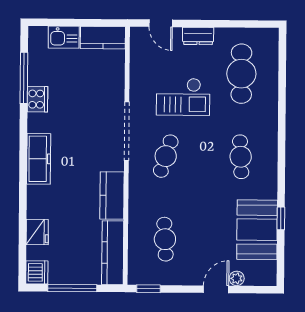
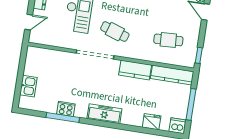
kitchen counter: (103, 38) -> (32, 61), removed
window: (24, 78) -> (63, 117), moved

